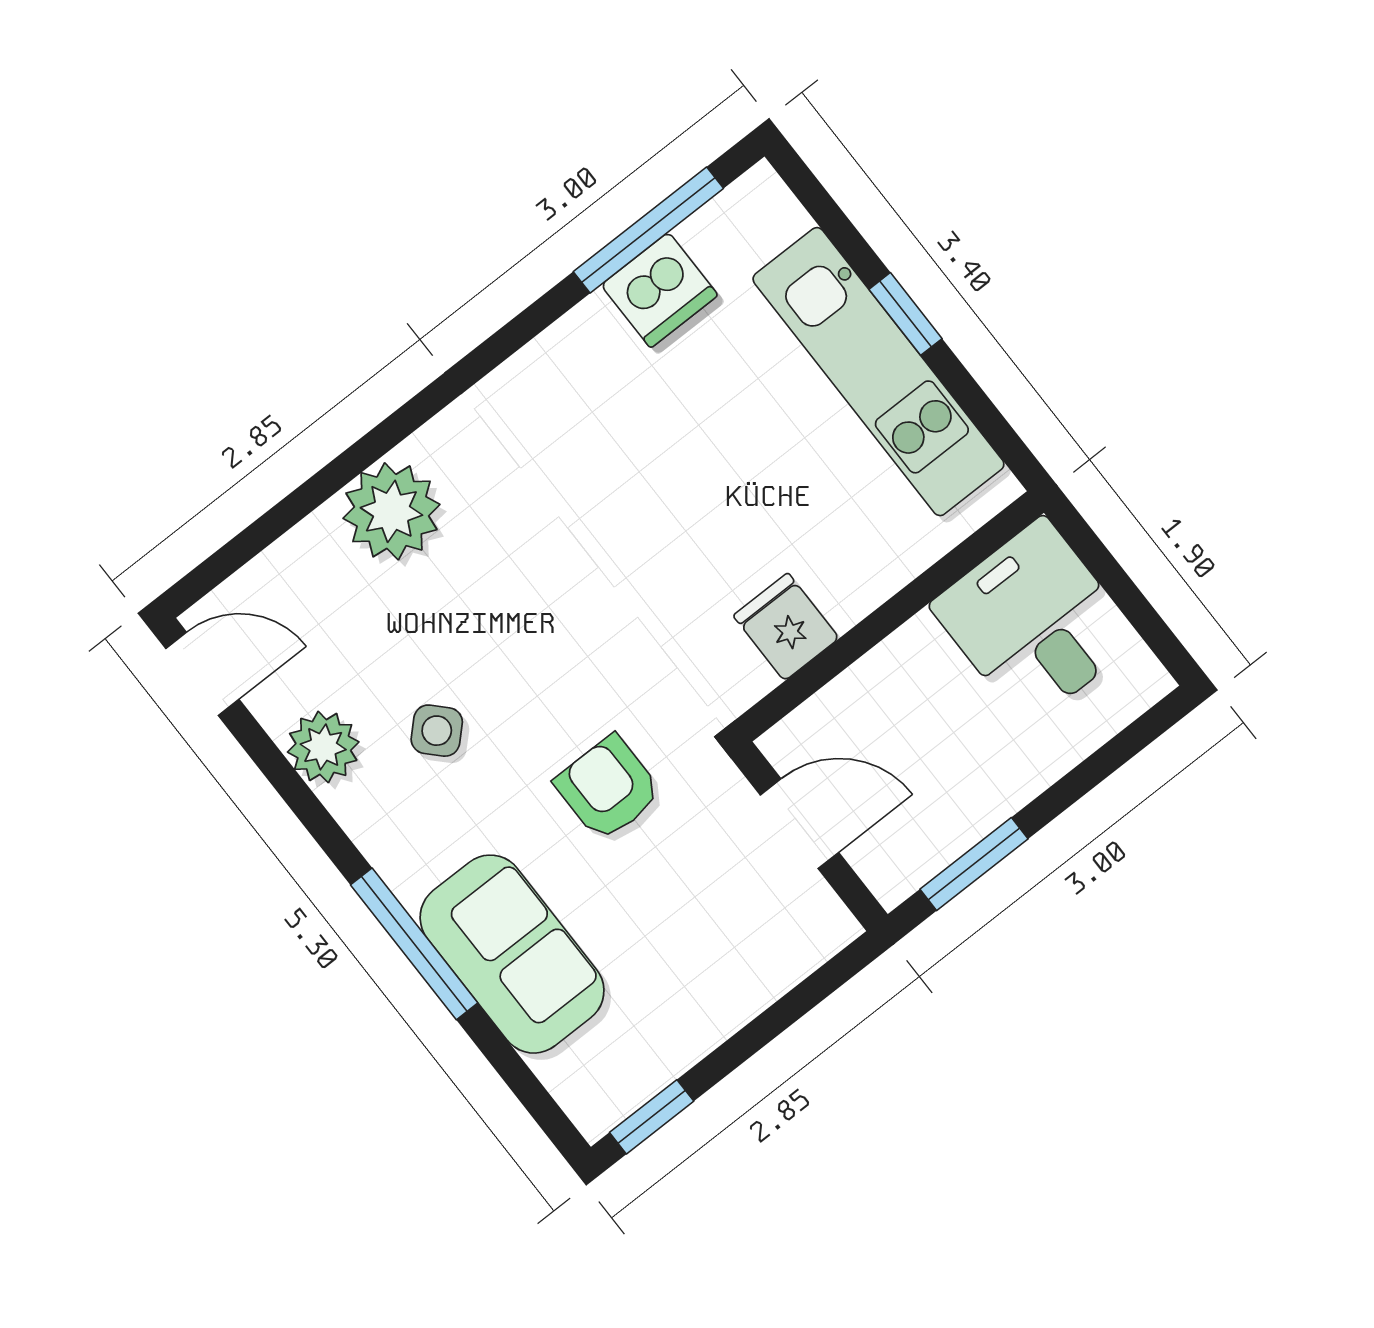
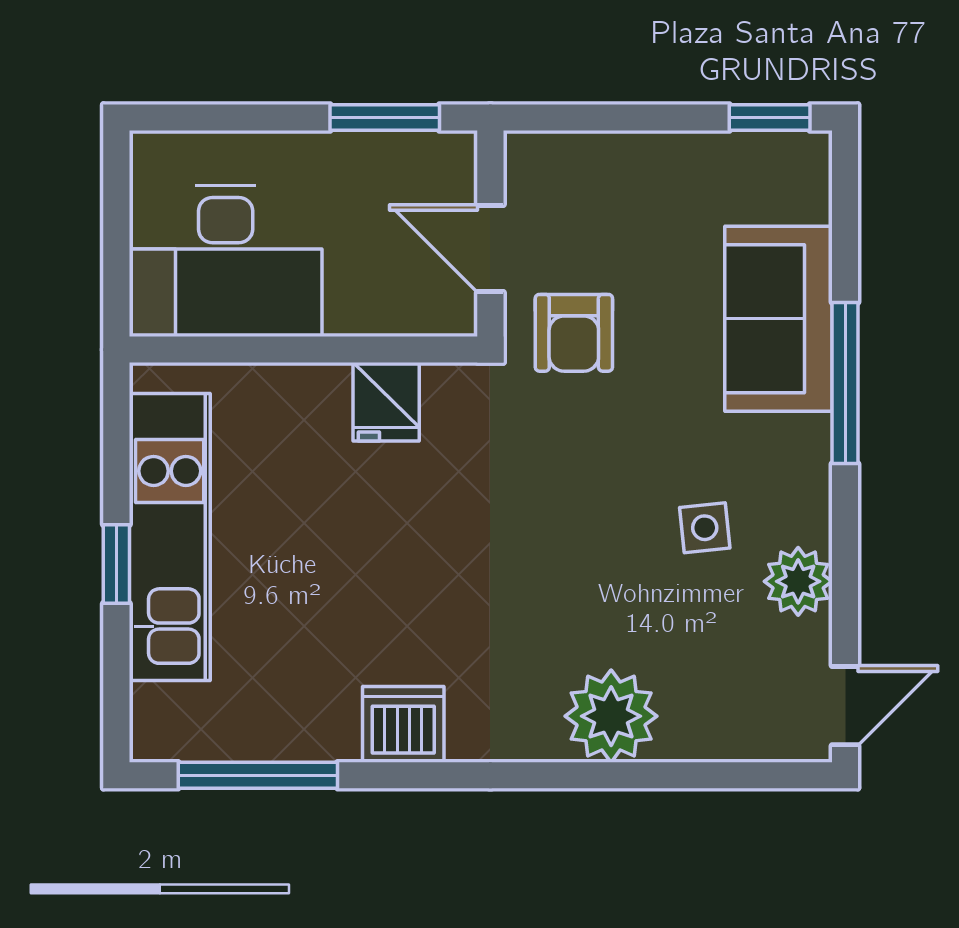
dishwasher: (660, 290) -> (403, 724), moved
desk: (1035, 622) -> (226, 261), width x1.37
door: (202, 674) -> (845, 706), swing flipped
side table: (437, 731) -> (705, 528), turned 38
armchair: (608, 788) -> (574, 333), moved

